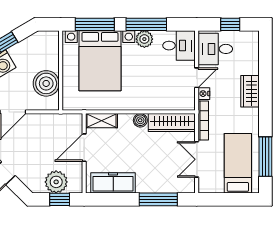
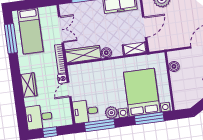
window: (146, 24) -> (100, 125), moved
desk: (215, 49) -> (39, 117), moved, turned 180
boiler: (46, 83) -> (174, 66), width x0.54, depth x0.54

